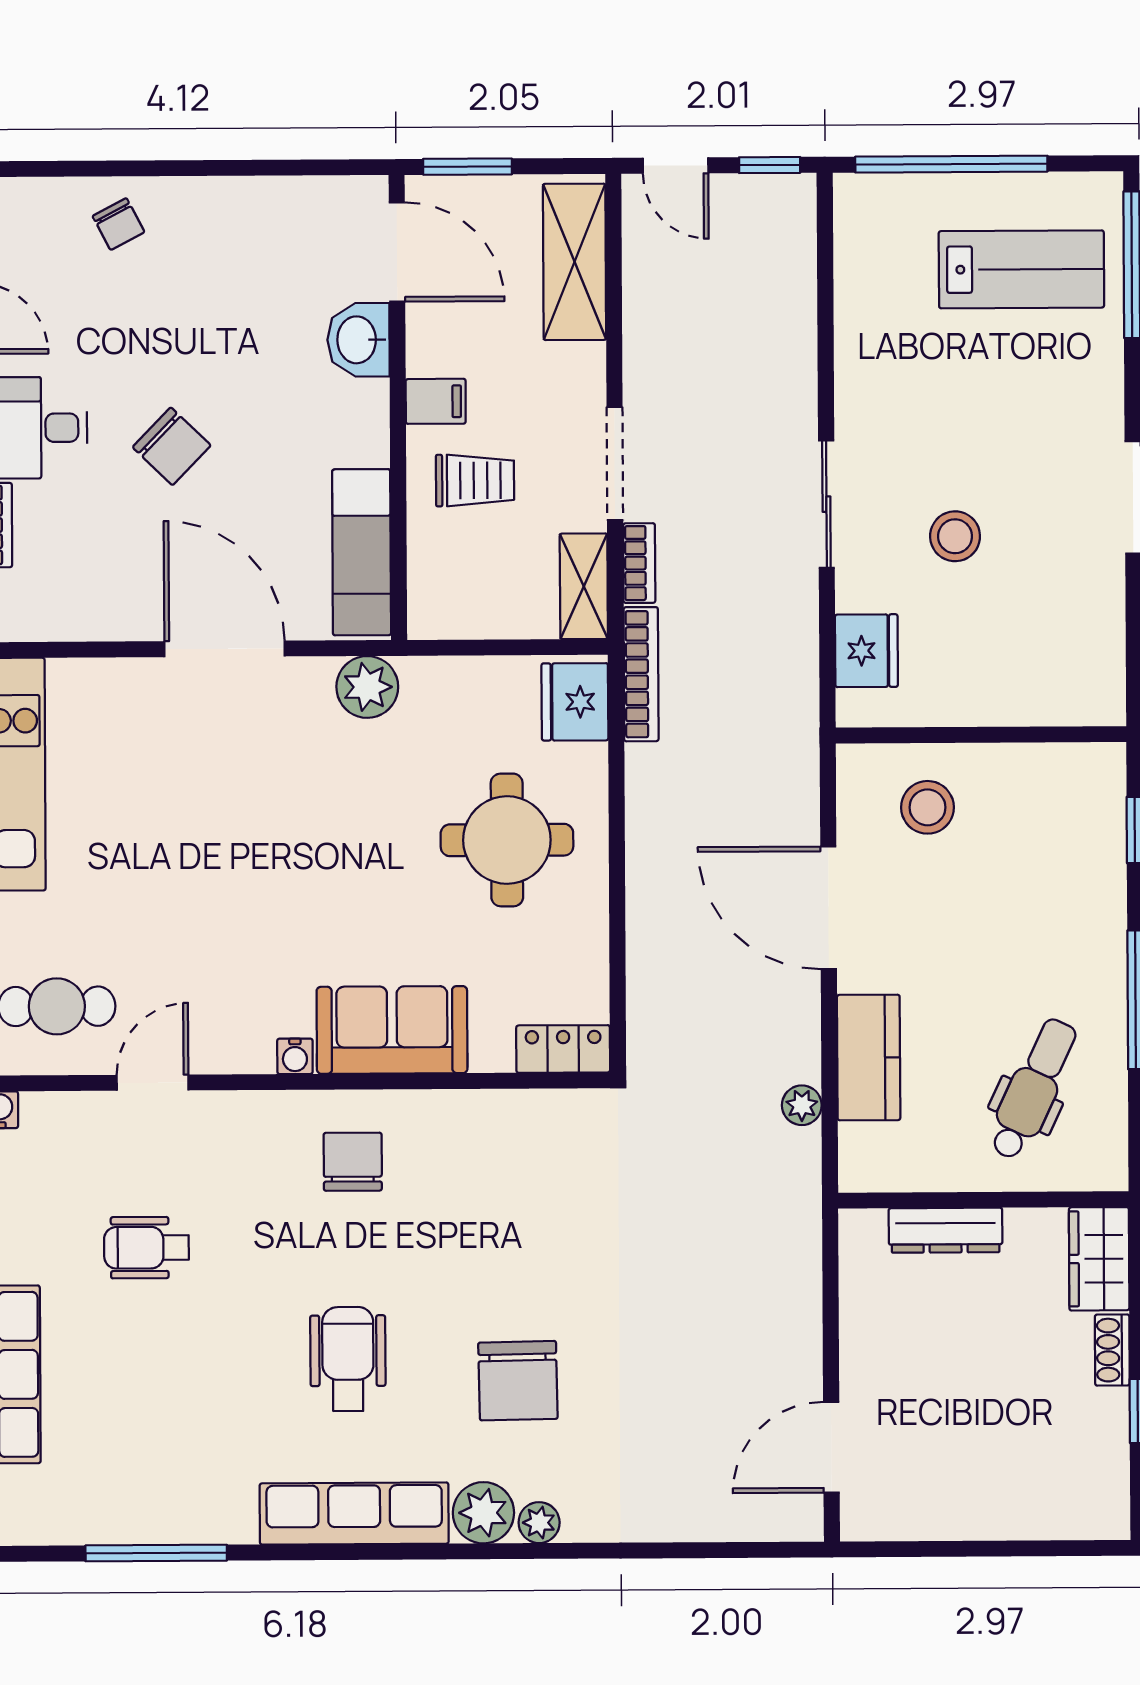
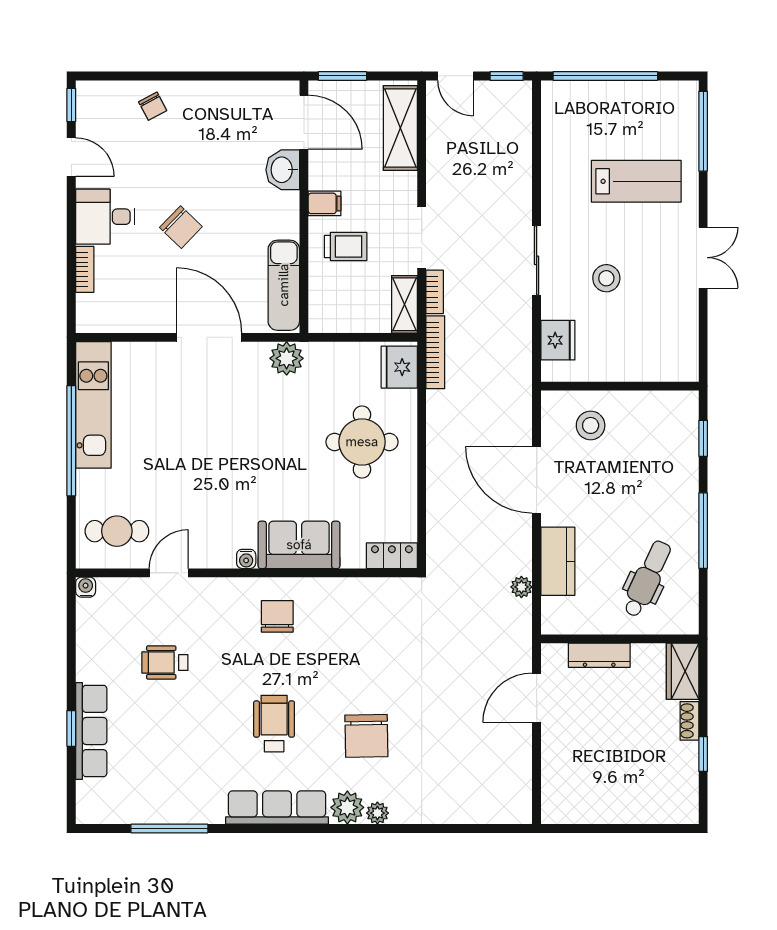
lab bench: (1021, 269) -> (636, 181), moved
door: (831, 1447) -> (537, 698), moved

